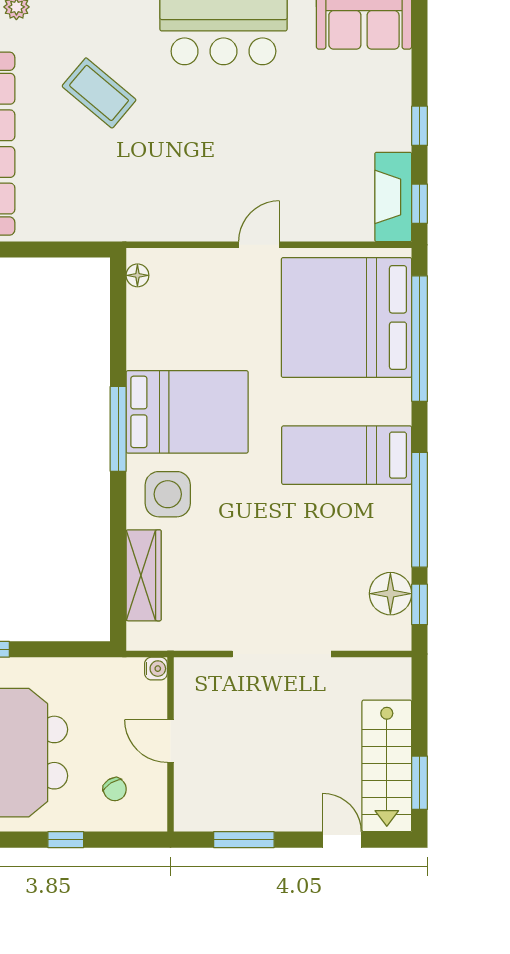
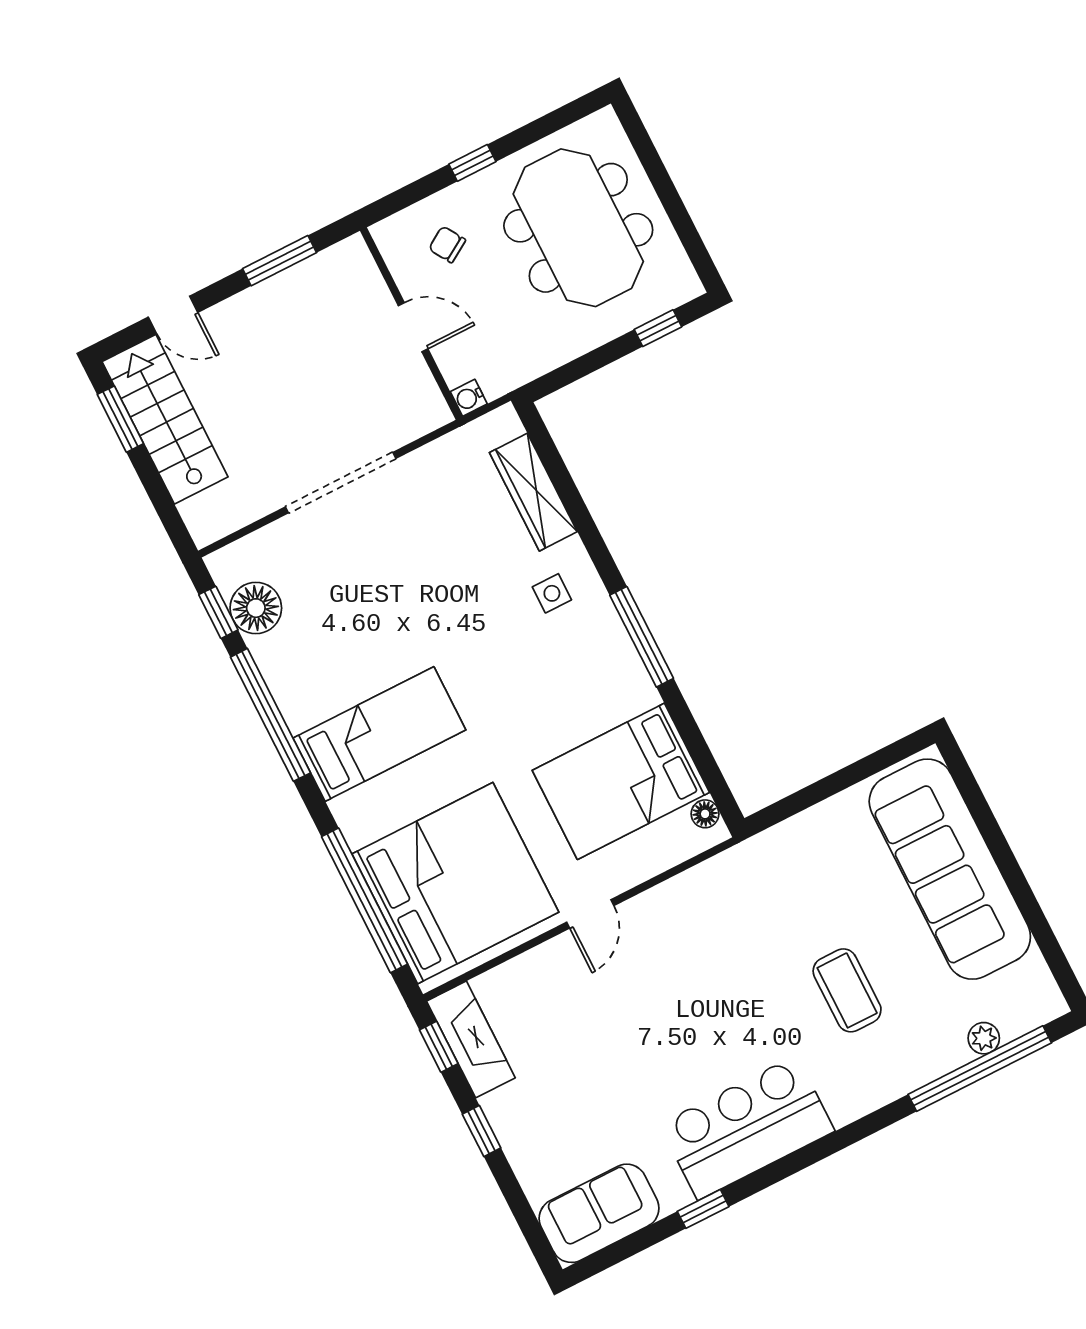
coffee table: (99, 93) -> (847, 990), turned 50
bed: (187, 412) -> (621, 781), moved
side table: (168, 494) -> (552, 593), width x0.54, depth x0.54

